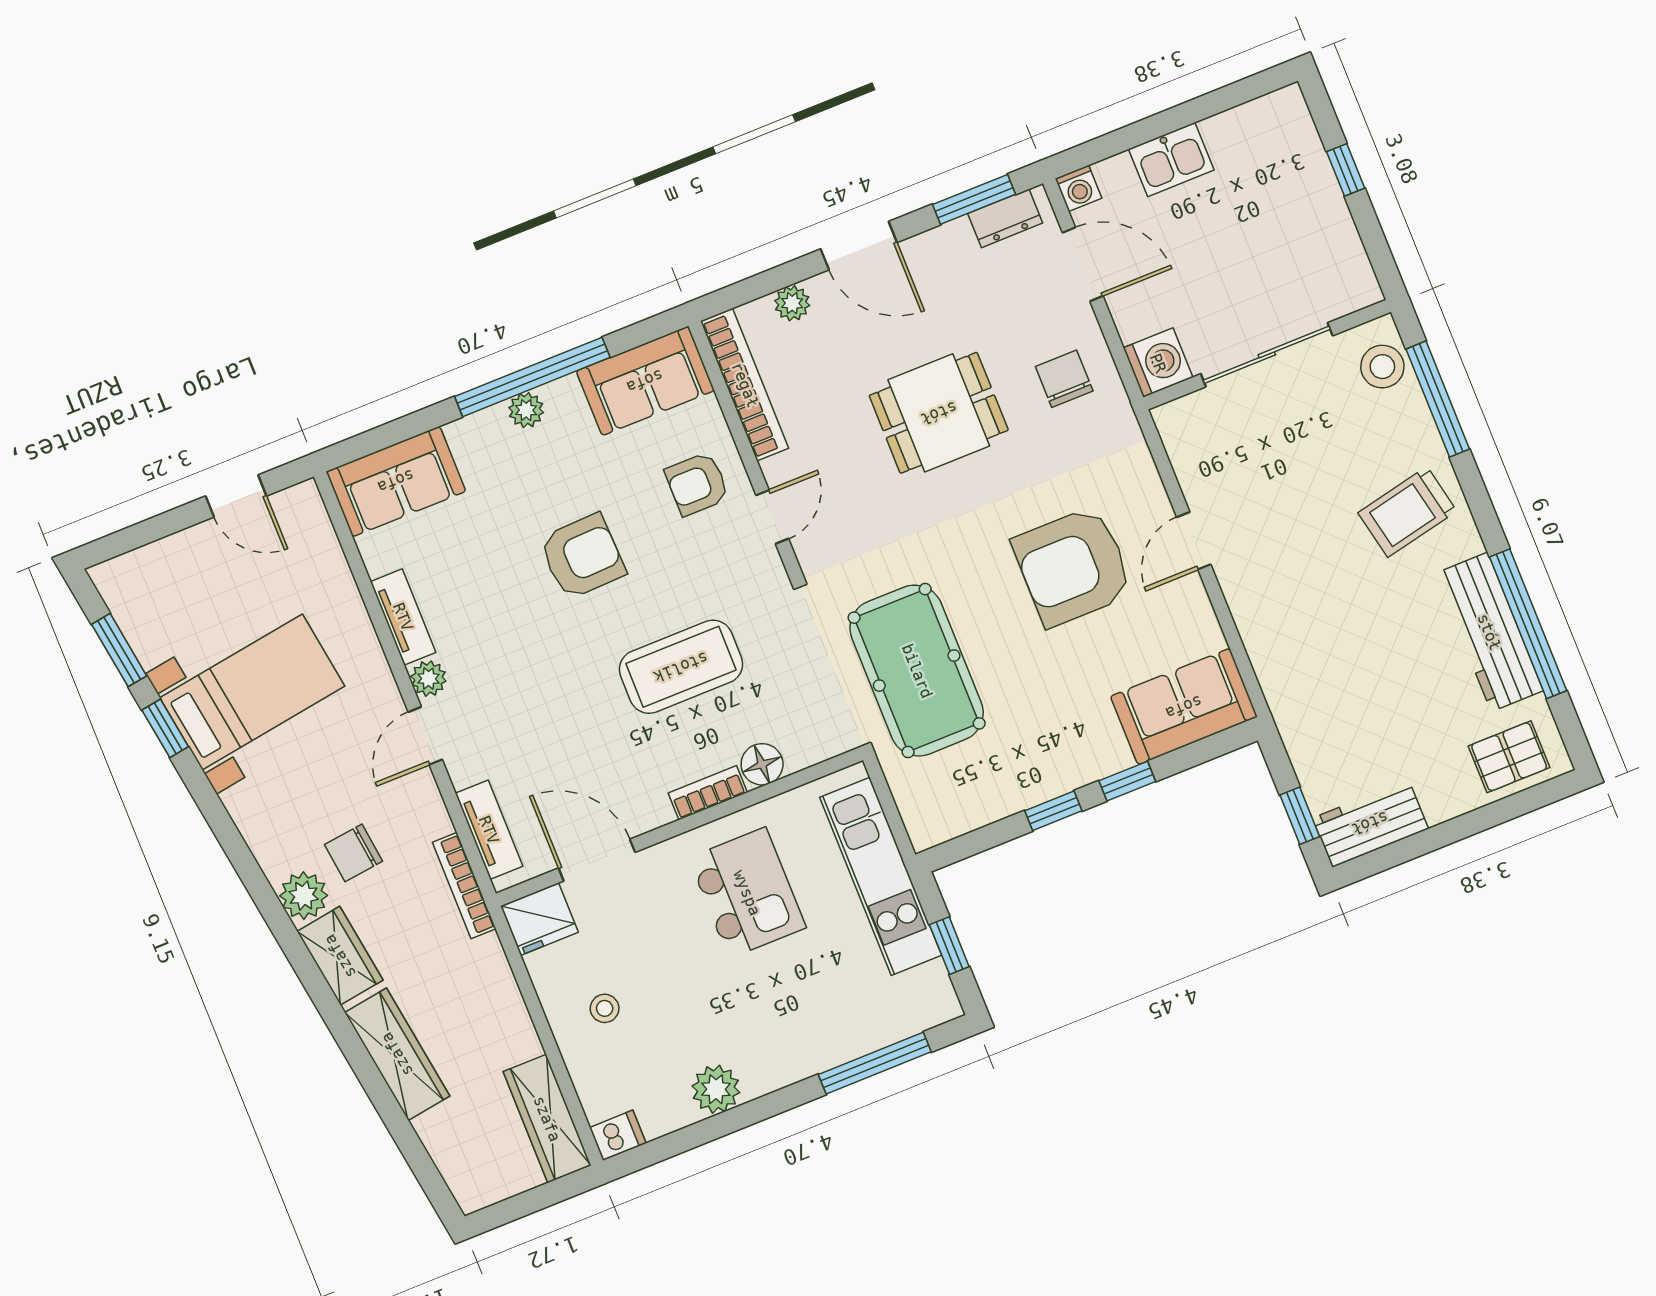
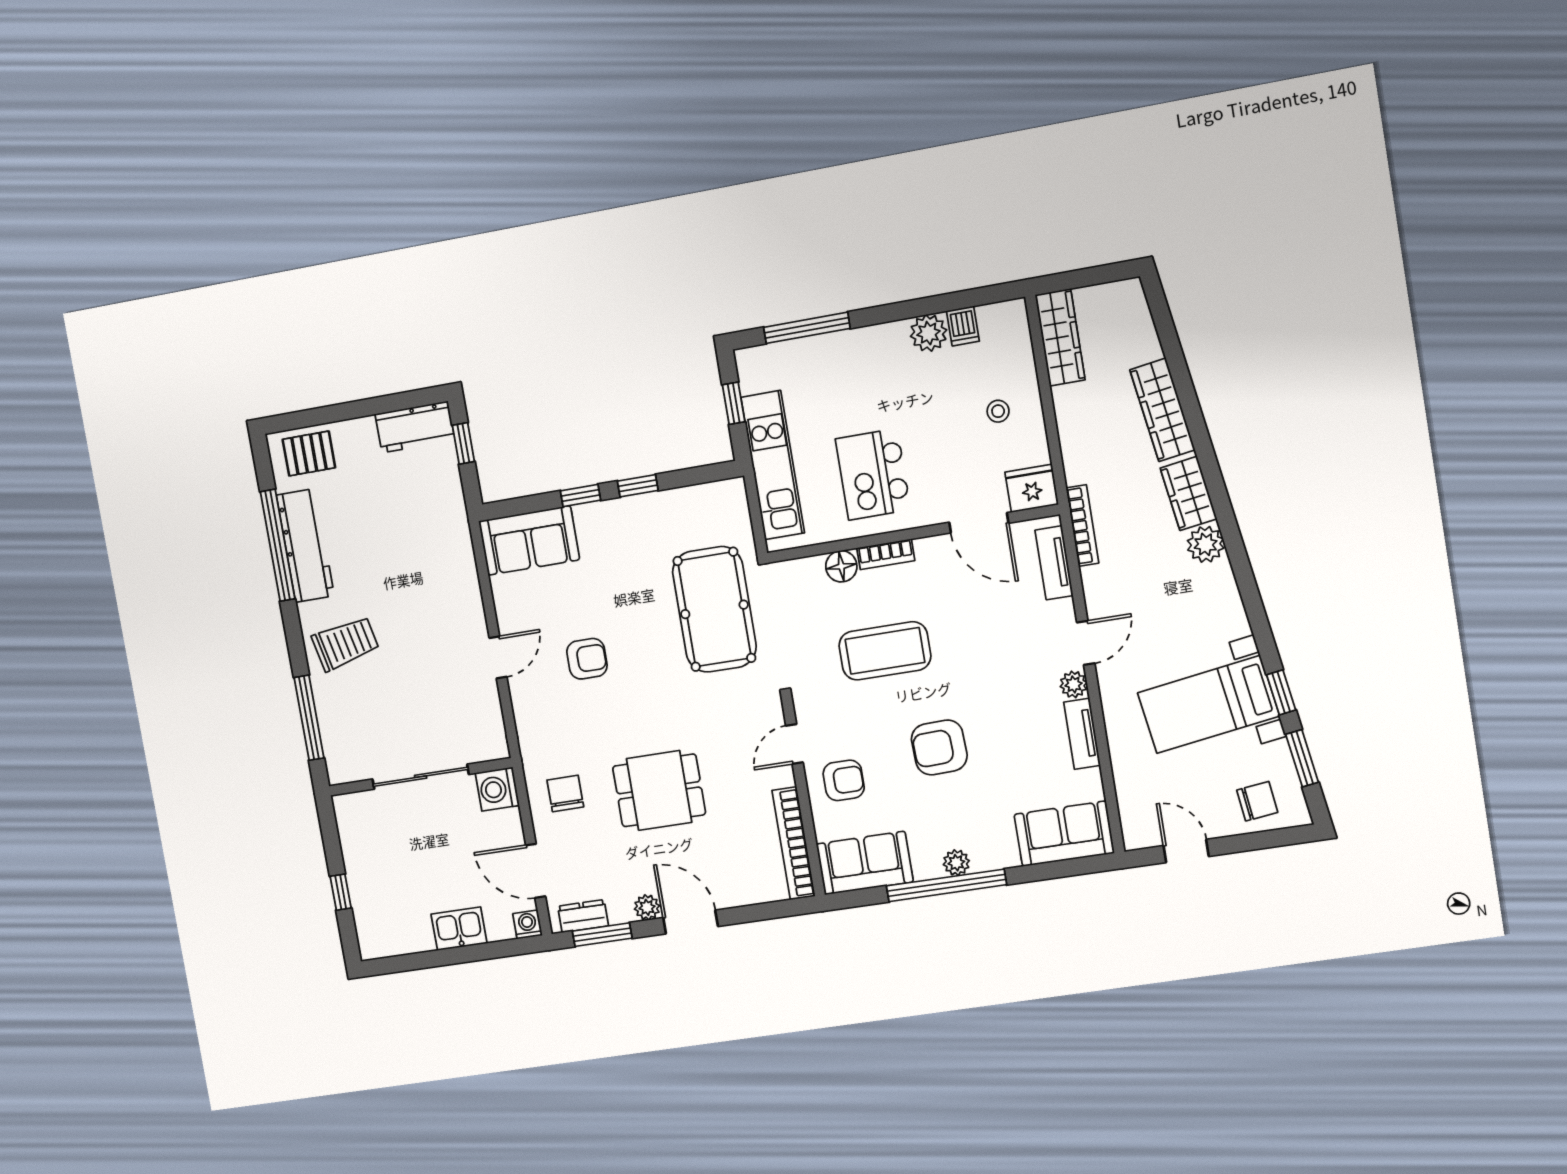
plant: (792, 303) -> (647, 907), moved
stool: (1382, 367) -> (342, 749), removed
chair: (1064, 379) -> (565, 793), turned 180
armchair: (1073, 566) -> (587, 659), width x0.53, depth x0.53
chair: (353, 853) -> (1257, 801), moved
dishwasher: (618, 1135) -> (963, 326), moved, turned -90

